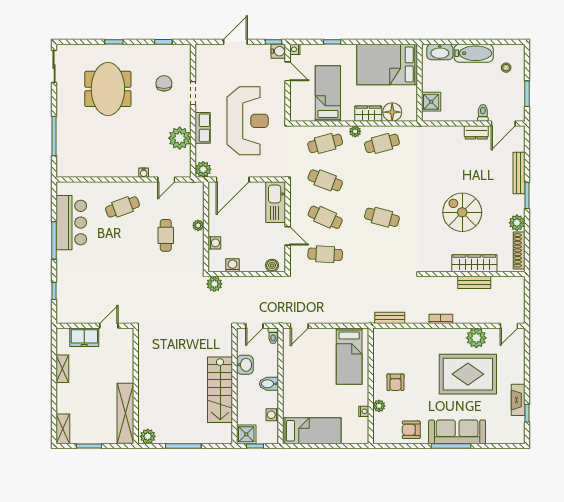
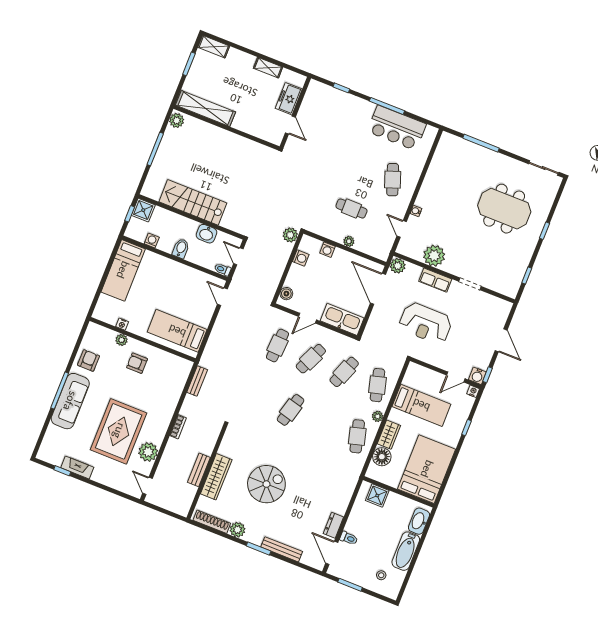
chair: (164, 83) -> (489, 261), removed
reception desk: (248, 121) -> (426, 323), width x0.74, depth x0.77

